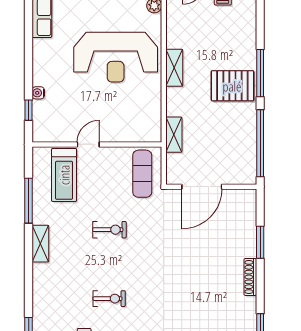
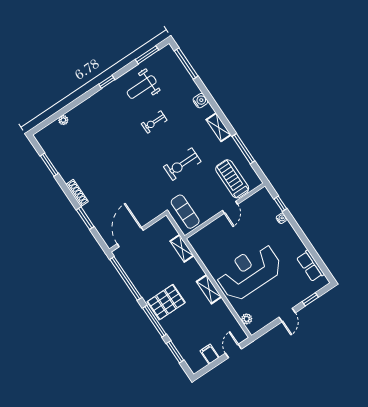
window: (260, 23) -> (175, 352), added
door: (202, 187) -> (130, 237), moved
exercise bike: (109, 230) -> (182, 164), width x1.38, depth x1.39
water cooler: (41, 288) -> (200, 101), added

